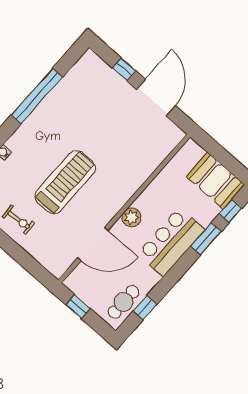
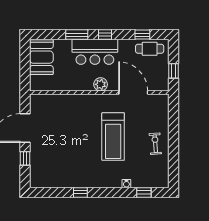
window: (37, 96) -> (80, 192), width x0.32
treadmill: (65, 182) -> (113, 137), turned -90
window: (231, 211) -> (105, 35), moved

